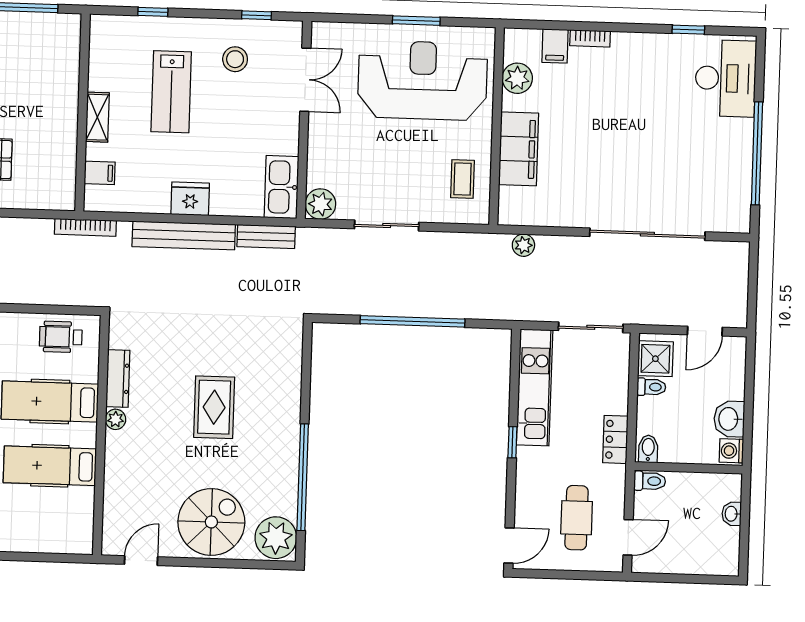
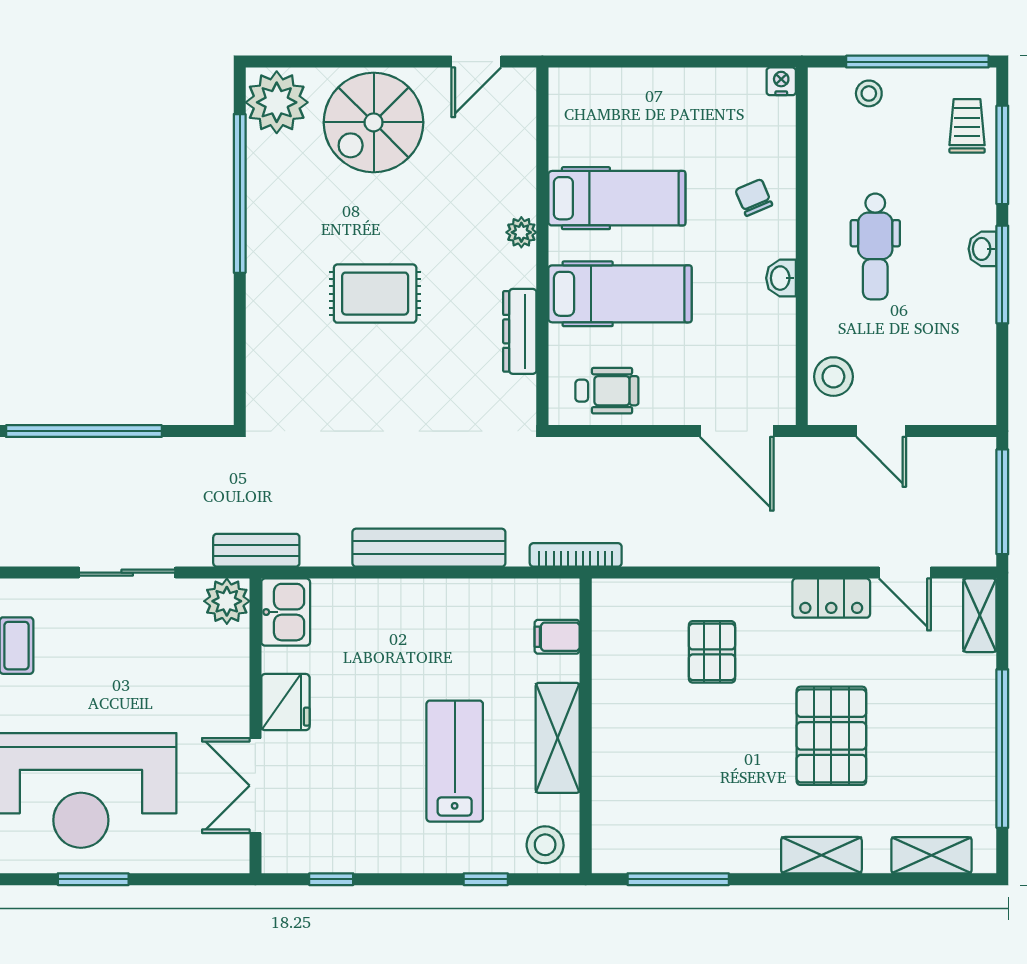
stool: (235, 59) -> (545, 845), moved
shelving: (97, 117) -> (558, 738), width x1.50, depth x1.33
kitchen sink: (281, 187) -> (286, 612), width x0.73
fridge: (190, 199) -> (285, 702), moved, turned -90
bench: (266, 237) -> (256, 550), moved
rug: (214, 407) -> (375, 294), turned 90
plant: (116, 419) -> (521, 232), moved

